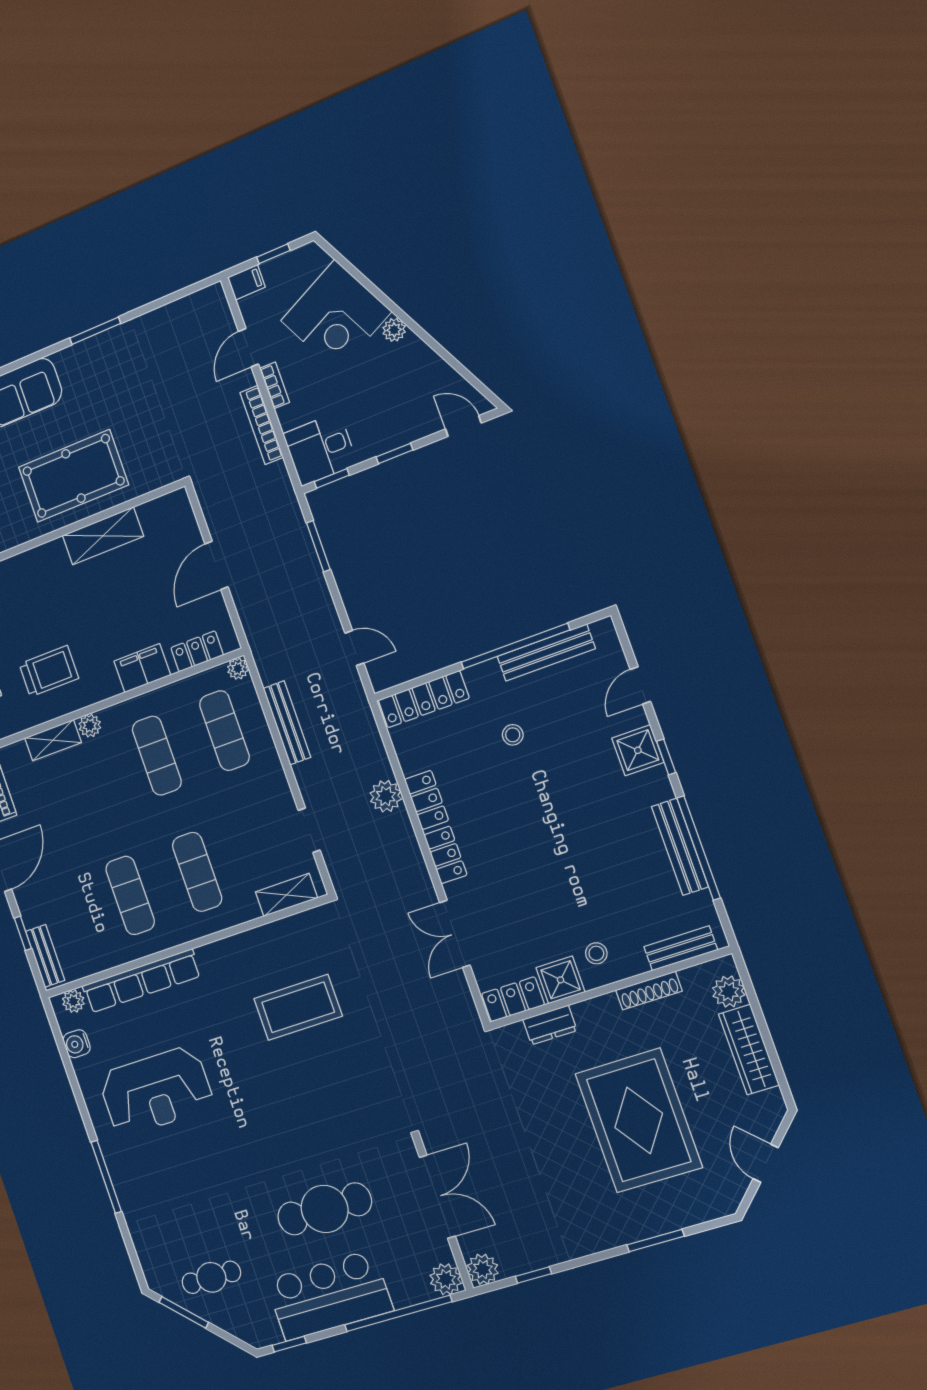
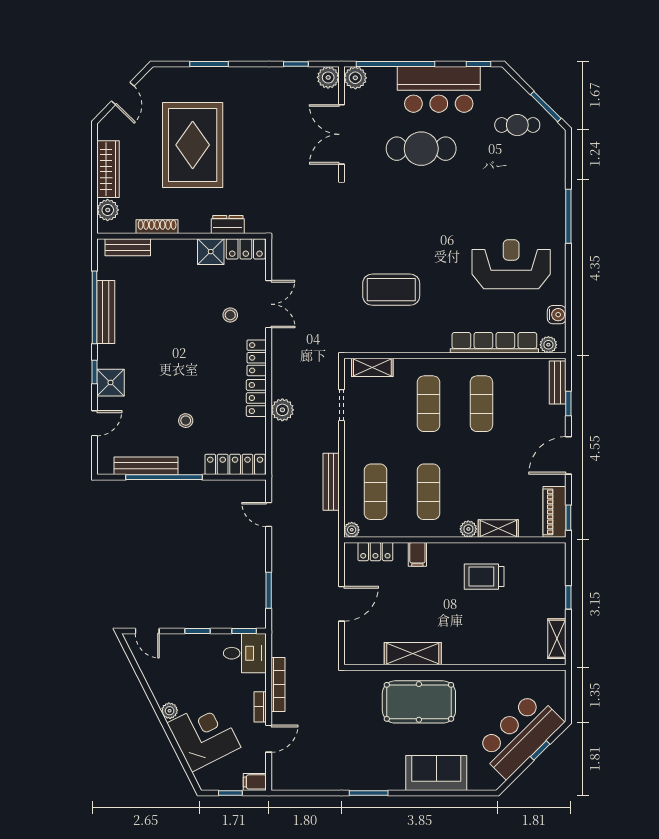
filing cabinet: (142, 668) -> (417, 554), width x0.50
stool: (596, 953) -> (230, 315), moved

